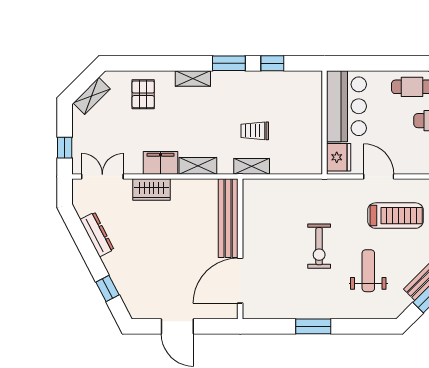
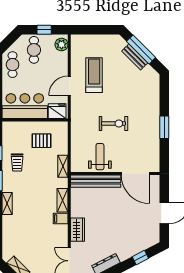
pallet: (143, 94) -> (41, 141), moved
trolley: (255, 131) -> (17, 162), moved
filing cabinet: (161, 163) -> (61, 219), width x0.50
weight bench: (368, 271) -> (100, 157), moved, turned 90

